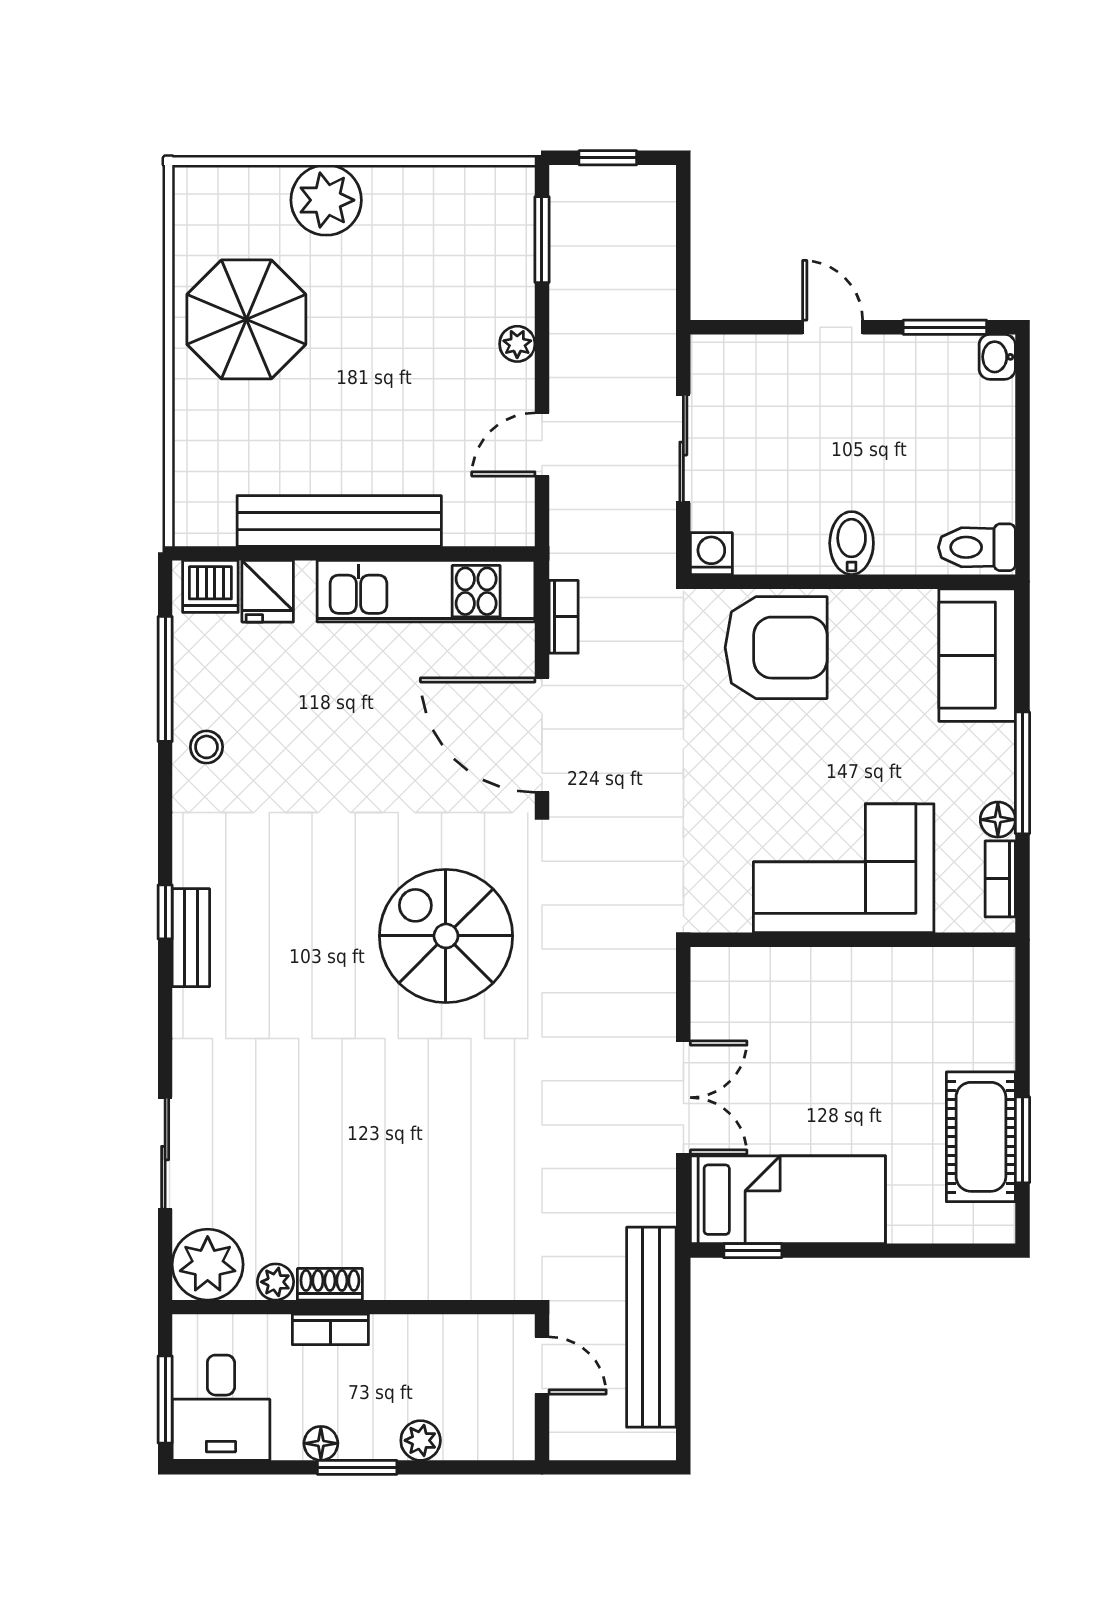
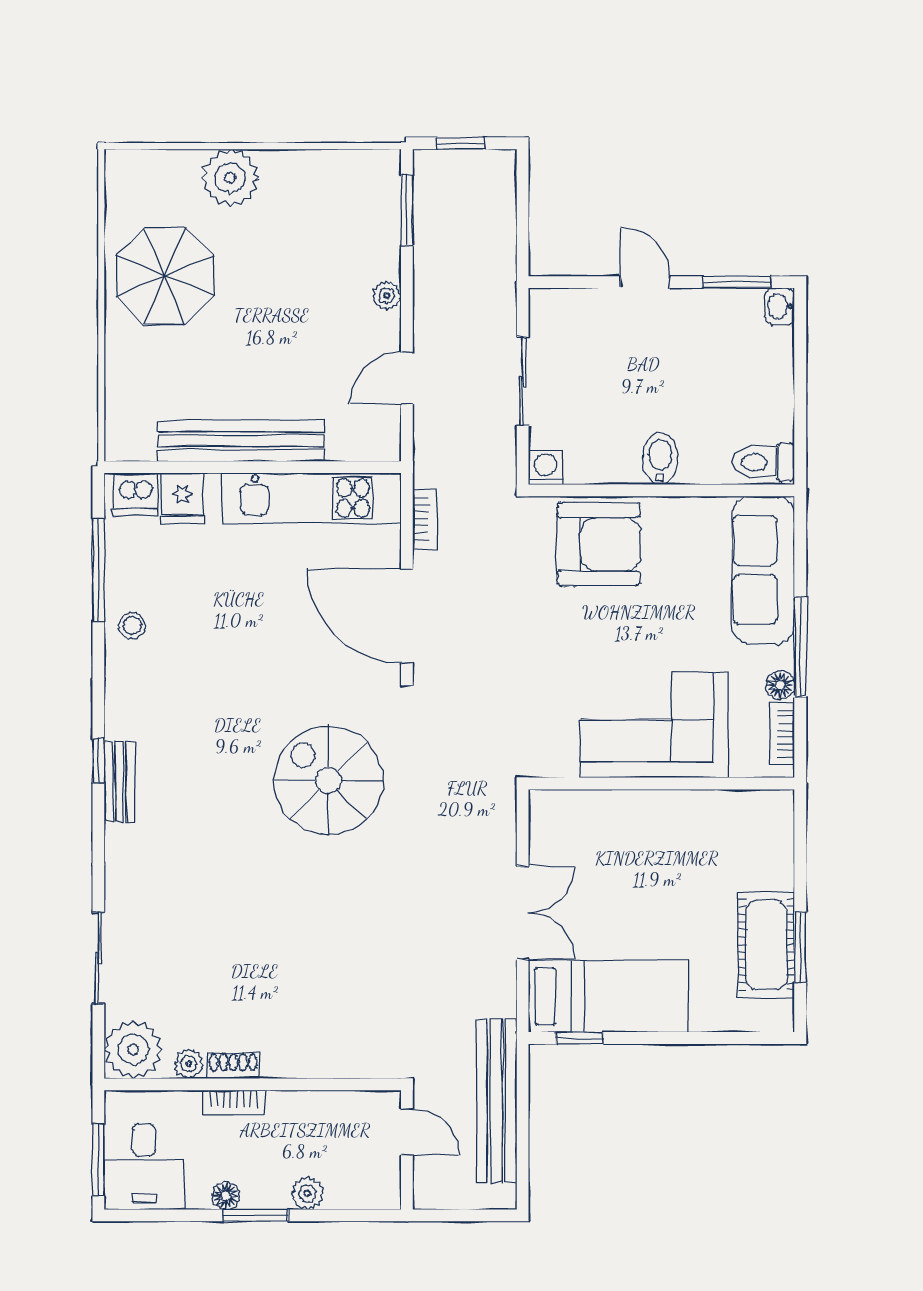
sofa: (977, 655) -> (763, 570), width x1.36

